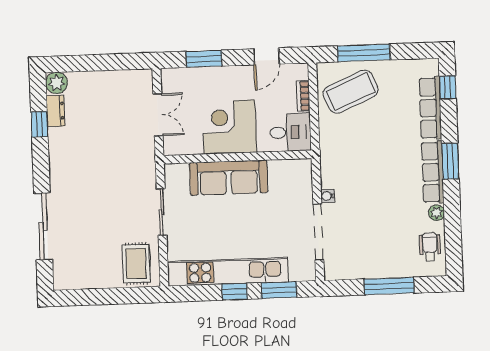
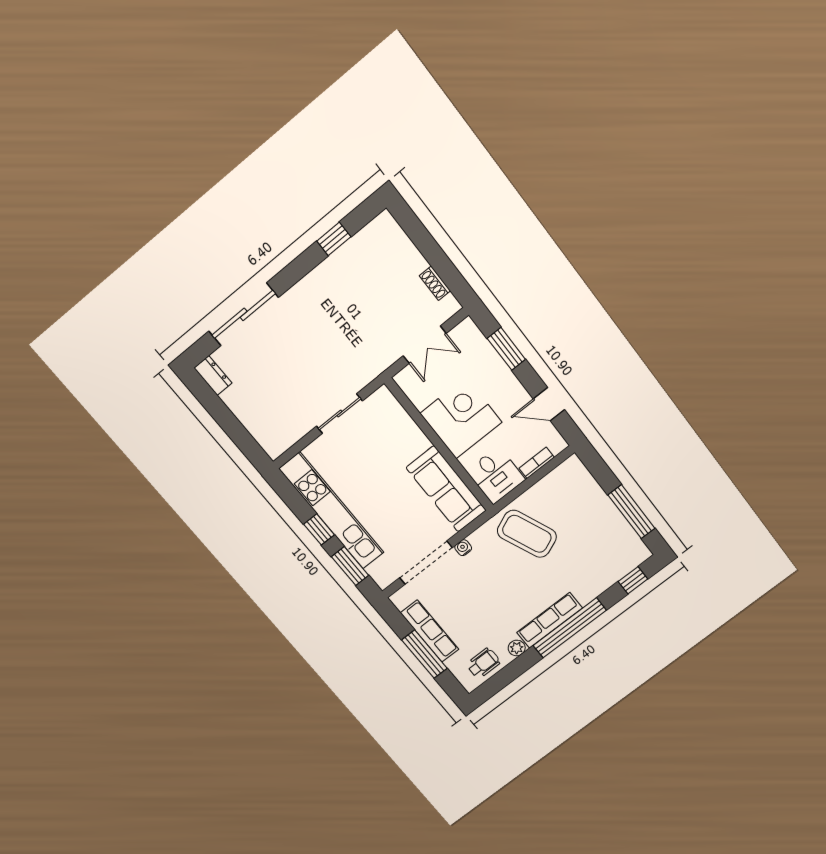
window: (364, 53) -> (631, 512), moved
shoe rack: (121, 76) -> (435, 283), added
plant: (57, 83) -> (384, 226), removed
coffee table: (351, 92) -> (527, 534), moved
row of seats: (430, 108) -> (430, 631), moved, turned 90
dresser: (55, 111) -> (213, 376), moved, turned -90
window: (450, 161) -> (570, 628), width x2.11
sofa: (229, 178) -> (446, 489), moved
rug: (136, 264) -> (276, 425), removed

